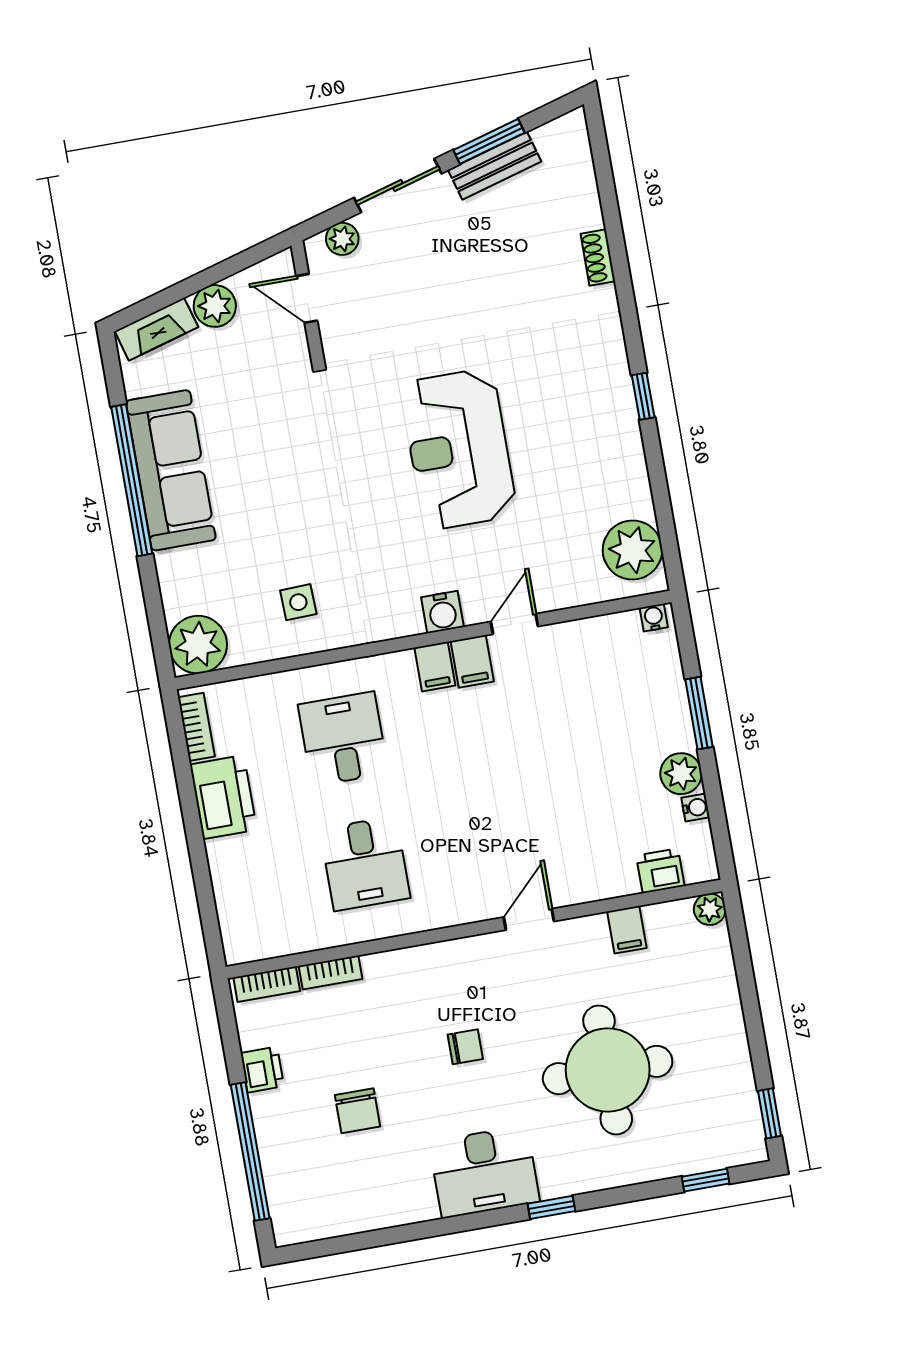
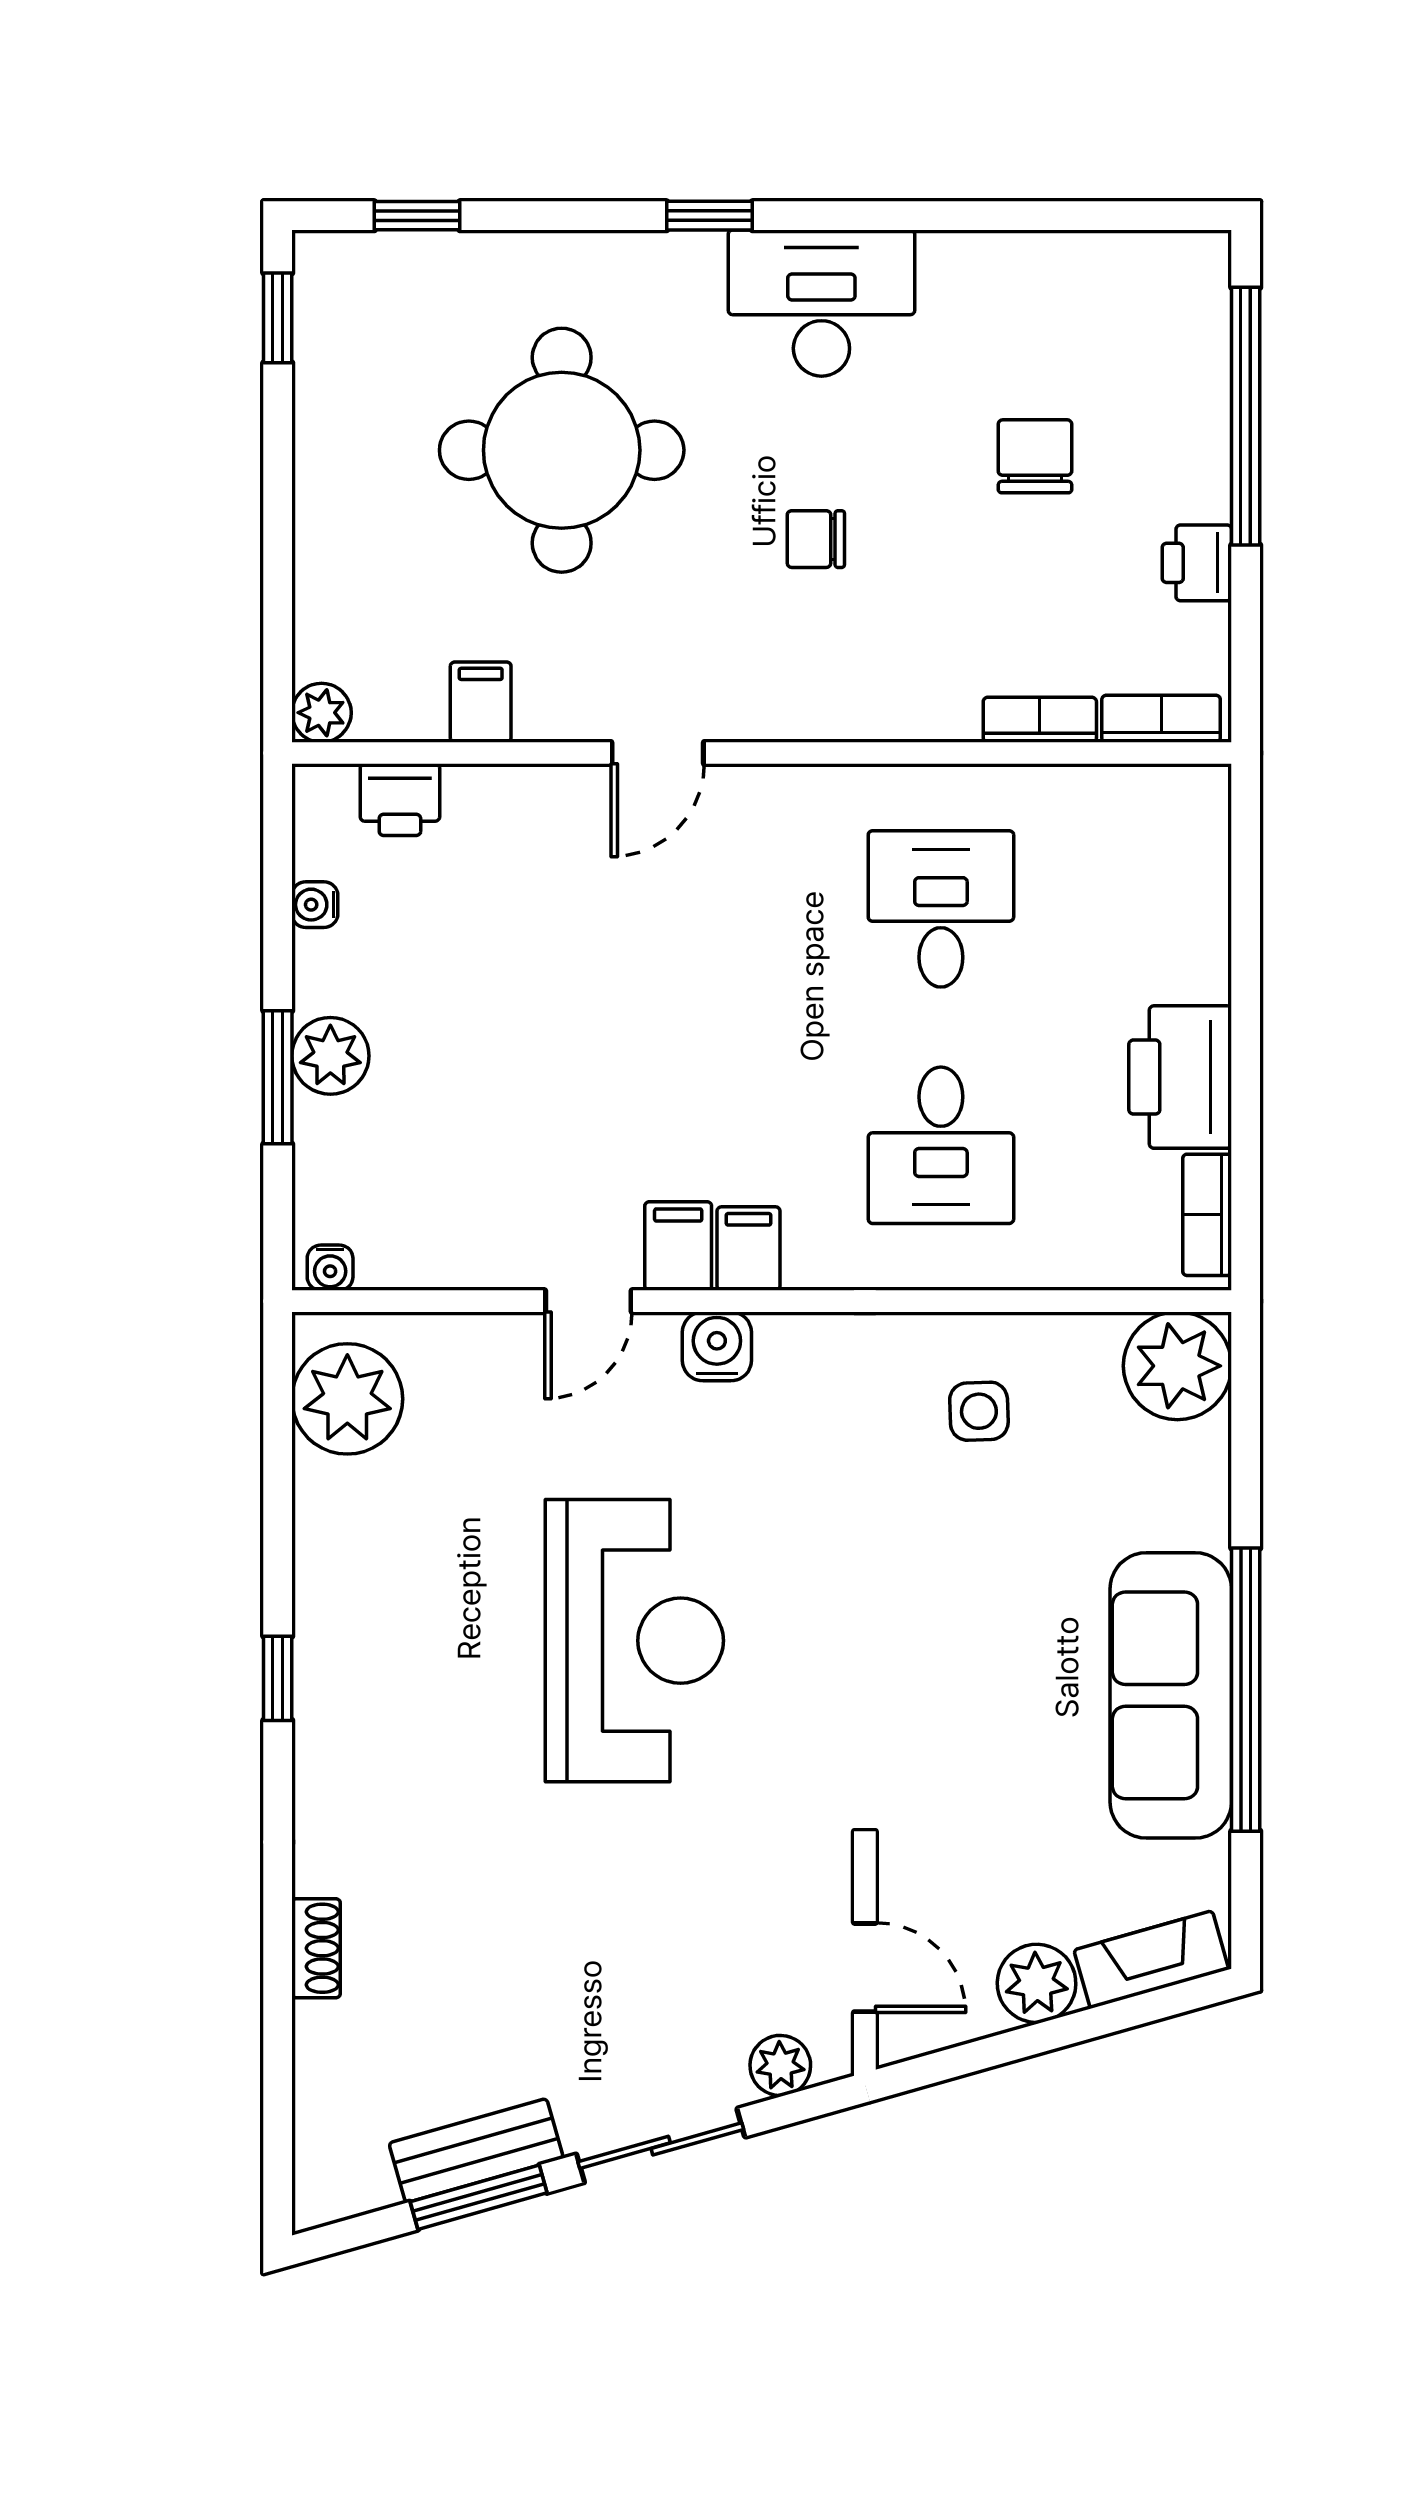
plant: (681, 774) -> (330, 1056), moved

